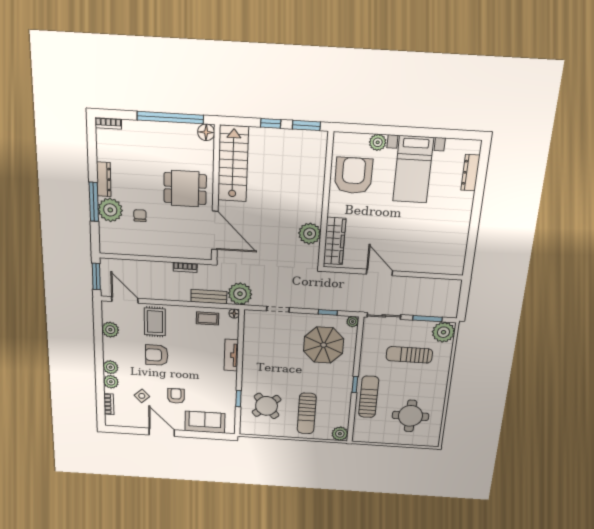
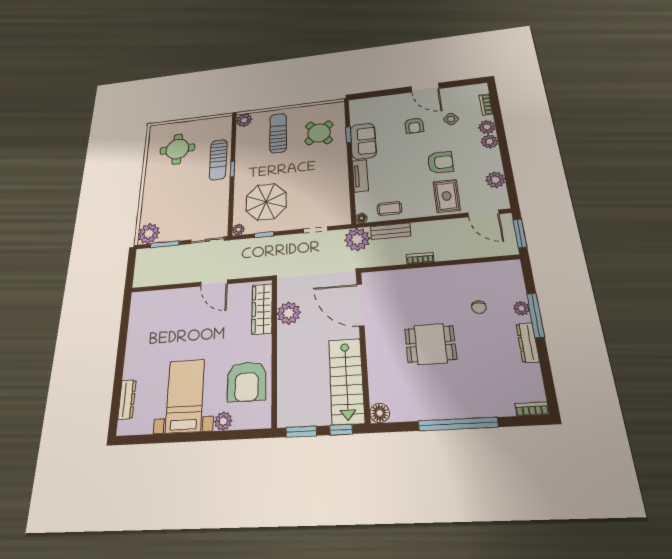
floor lamp: (206, 132) -> (380, 413), moved
stairs: (233, 164) -> (346, 381), moved
wall: (216, 194) -> (363, 344), moved
plant: (110, 210) -> (521, 308), width x0.53, depth x0.53
door: (215, 230) -> (361, 305), moved
sun lounger: (409, 355) -> (181, 206), removed
sofa: (205, 422) -> (363, 141), moved, turned -90

